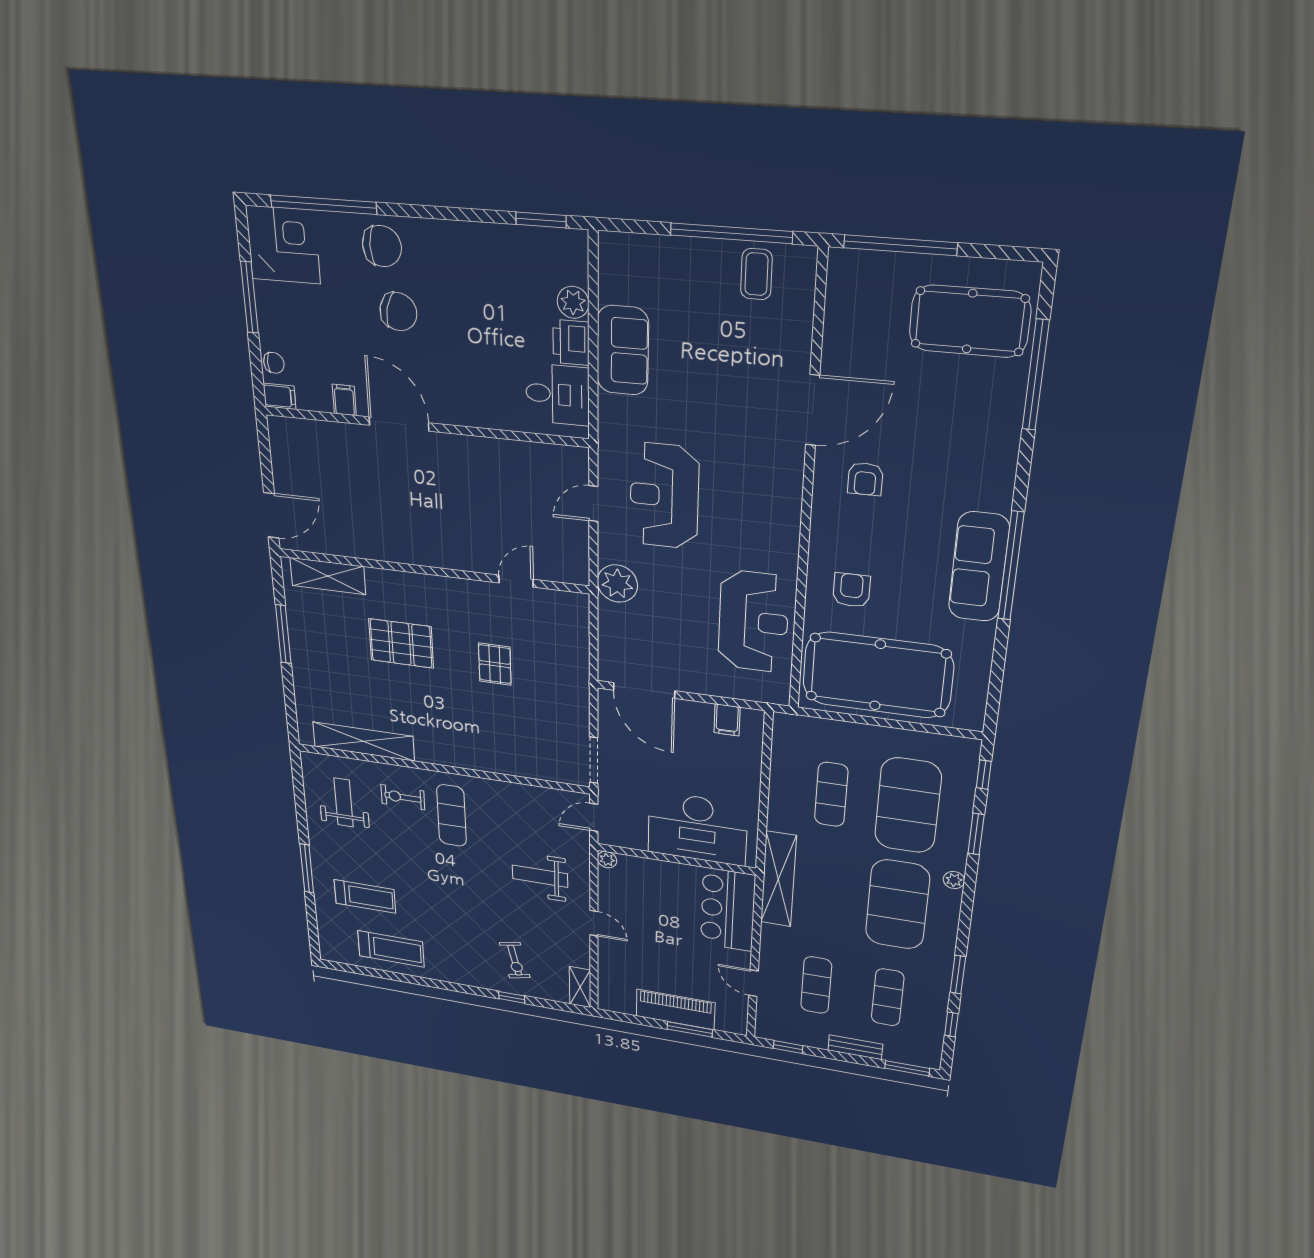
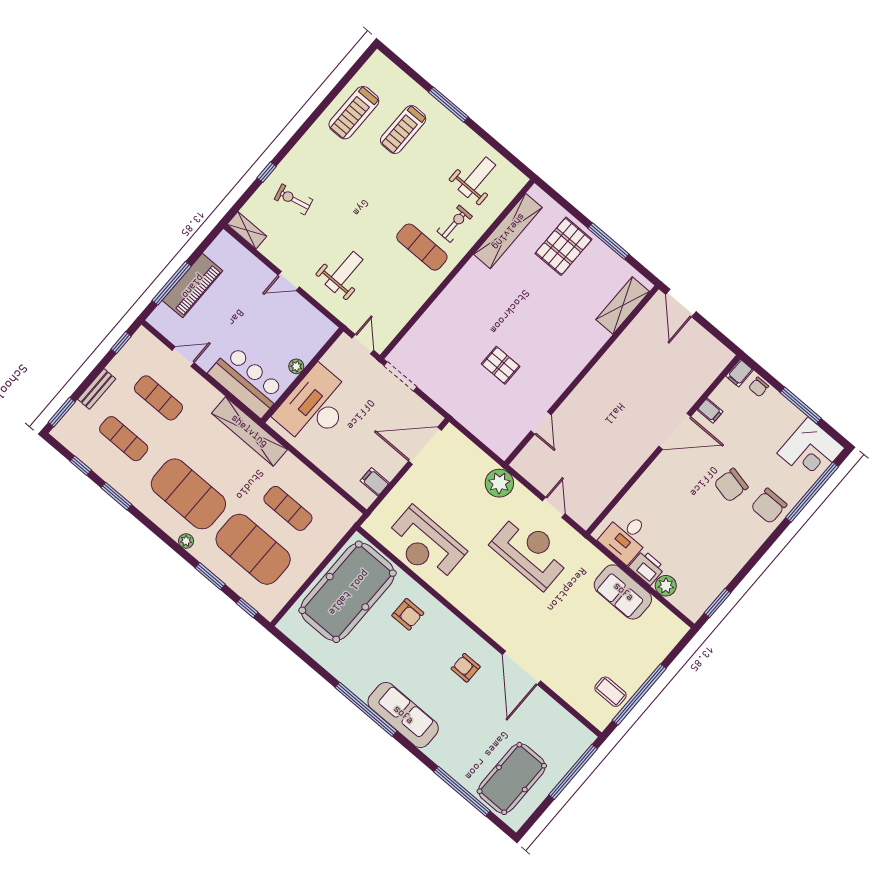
sofa: (979, 567) -> (403, 715), moved
pallet: (401, 643) -> (564, 246), moved
weight bench: (344, 803) -> (477, 177), turned -90
plant: (607, 860) -> (296, 366), moved
window: (690, 1029) -> (172, 283), width x1.44

